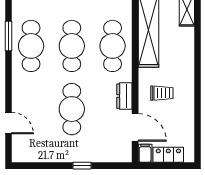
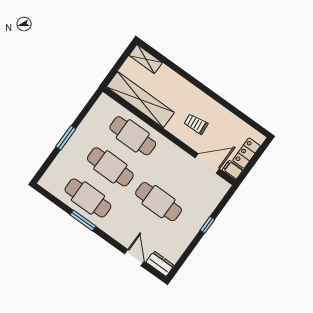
window: (9, 36) -> (83, 221), moved
trolley: (162, 93) -> (196, 124), turned -96
dresser: (124, 96) -> (160, 264), moved, turned 180
door: (9, 123) -> (134, 258), hinge flipped

